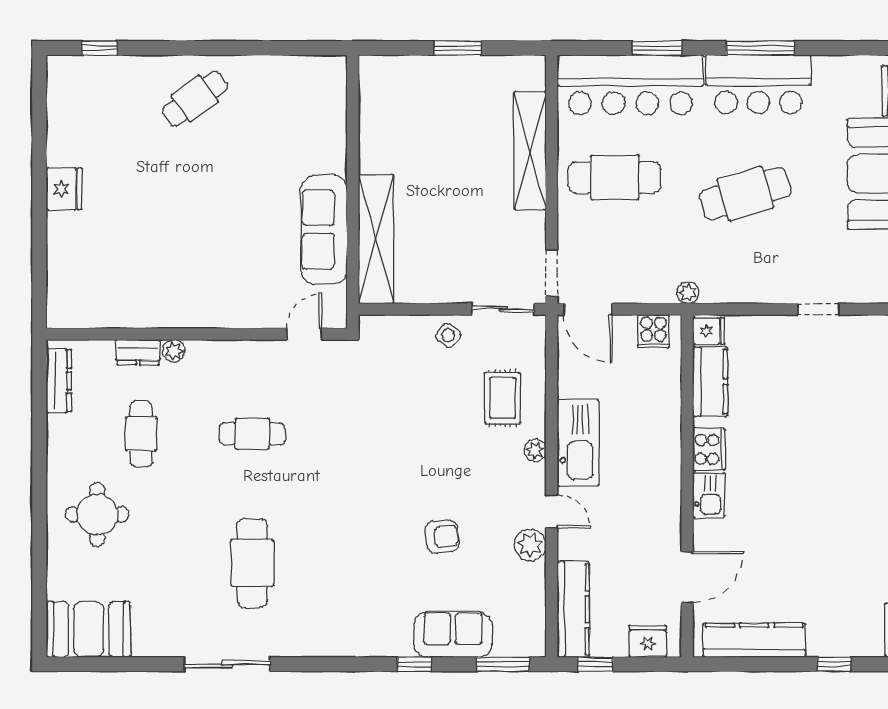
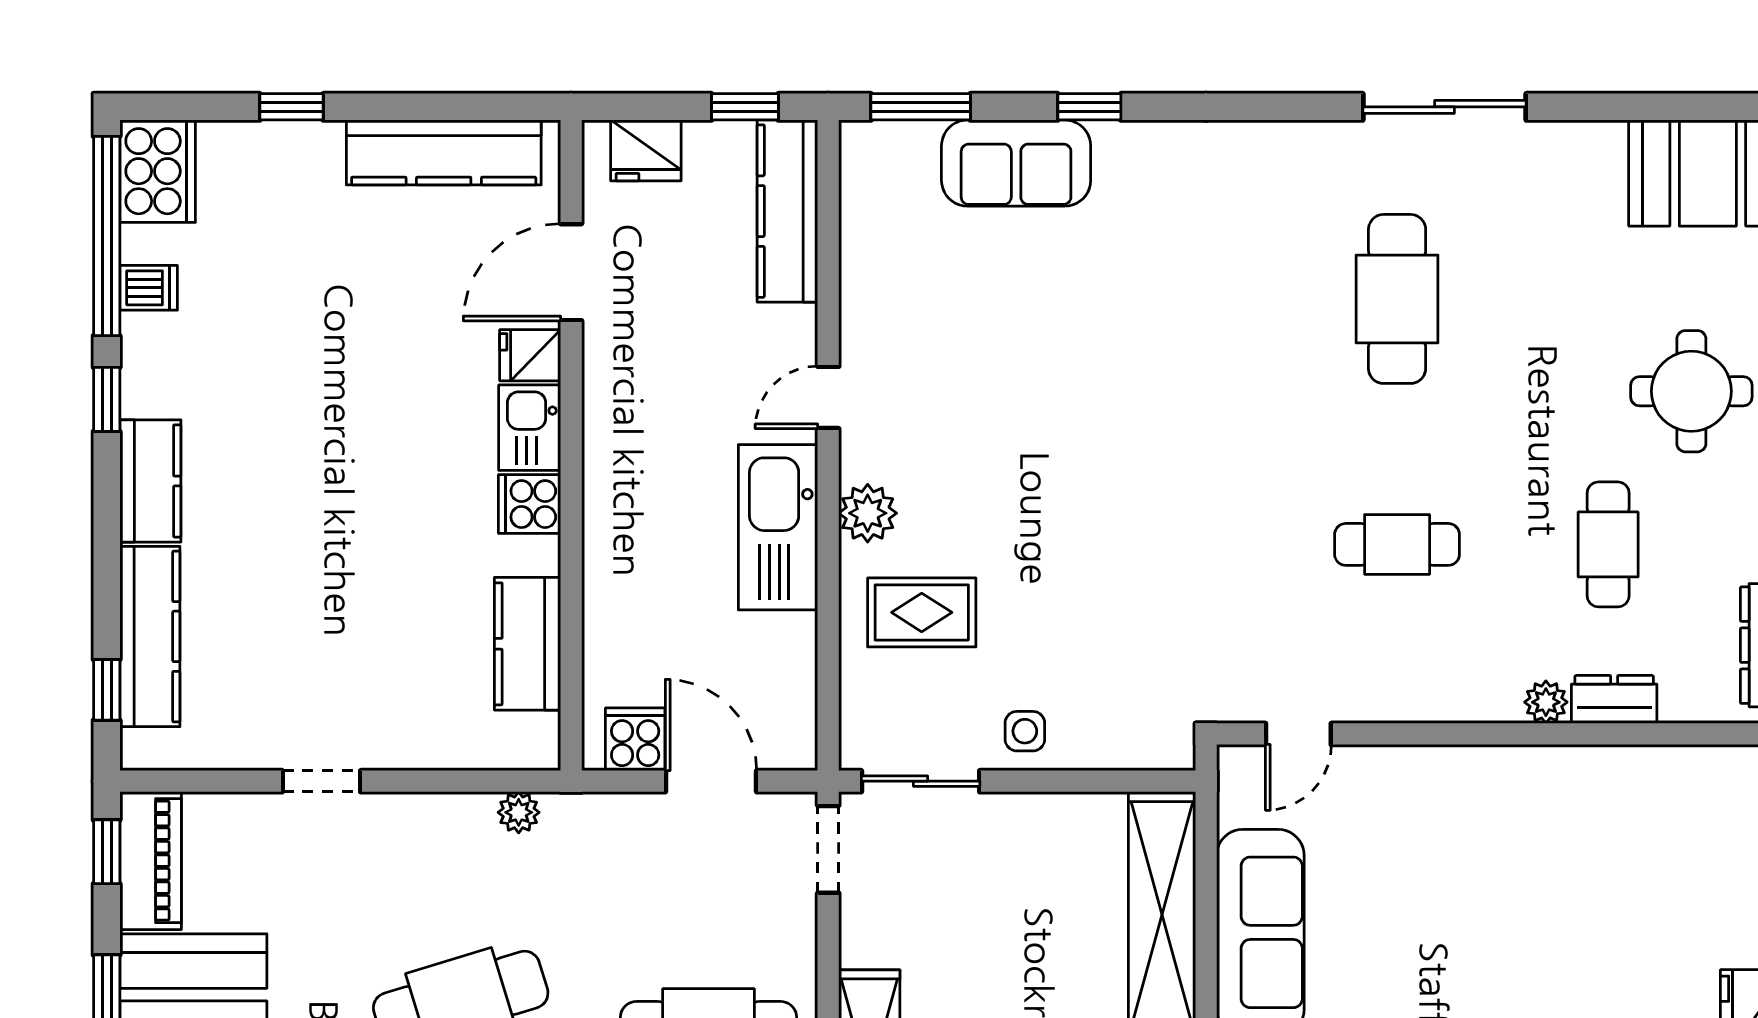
plant: (688, 293) -> (519, 812), moved
door: (588, 309) -> (711, 781), moved
fridge: (709, 331) -> (530, 355), moved
side table: (448, 335) -> (1025, 731), turned -35
rug: (502, 398) -> (922, 612), turned 90
cooker: (709, 449) -> (530, 504), width x0.73
plant: (535, 450) -> (868, 513), width x1.38, depth x1.38
door: (552, 511) -> (828, 397), hinge flipped
armchair: (442, 537) -> (1036, 349), removed
plant: (530, 545) -> (869, 333), removed

